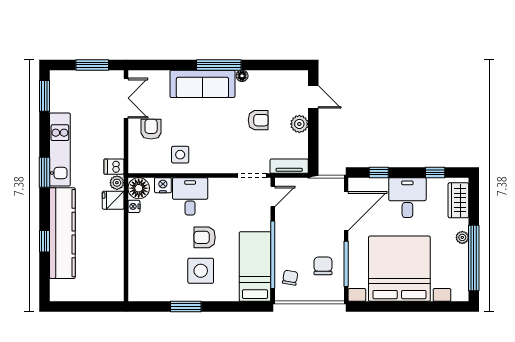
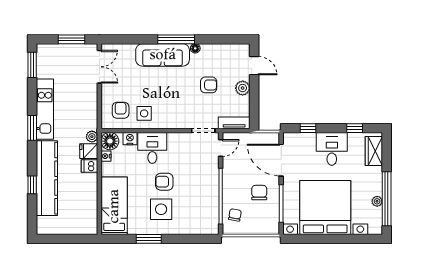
armchair: (151, 129) -> (121, 110), moved
dishwasher: (114, 167) -> (90, 166), moved
door: (346, 211) -> (281, 160), swing flipped
plant: (462, 237) -> (377, 201), moved
chair: (323, 266) -> (259, 193), moved
bed: (255, 267) -> (114, 206), moved

